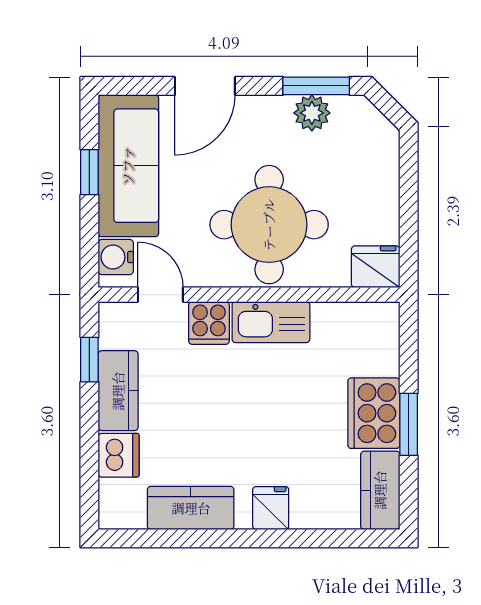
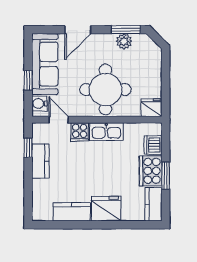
window: (89, 172) -> (28, 80), moved
dishwasher: (119, 455) -> (153, 145), moved, turned 180
fridge: (271, 508) -> (106, 209), width x1.88, depth x1.34

